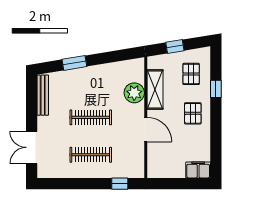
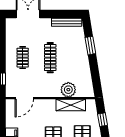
door: (146, 130) -> (24, 98), moved
clothes rail: (91, 155) -> (23, 58), width x0.73

